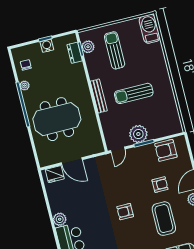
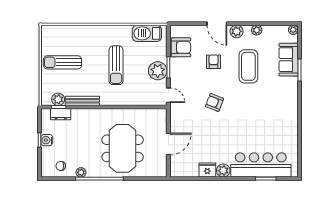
barbecue: (150, 29) -> (147, 33), moved
sun lounger: (115, 50) -> (62, 62), moved
bench: (99, 96) -> (82, 101), moved
armchair: (166, 150) -> (181, 47), turned -90
fridge: (55, 174) -> (207, 170), moved, turned -90
armchair: (125, 212) -> (214, 102), moved, turned 111
coffee table: (164, 219) -> (248, 66), turned 90

